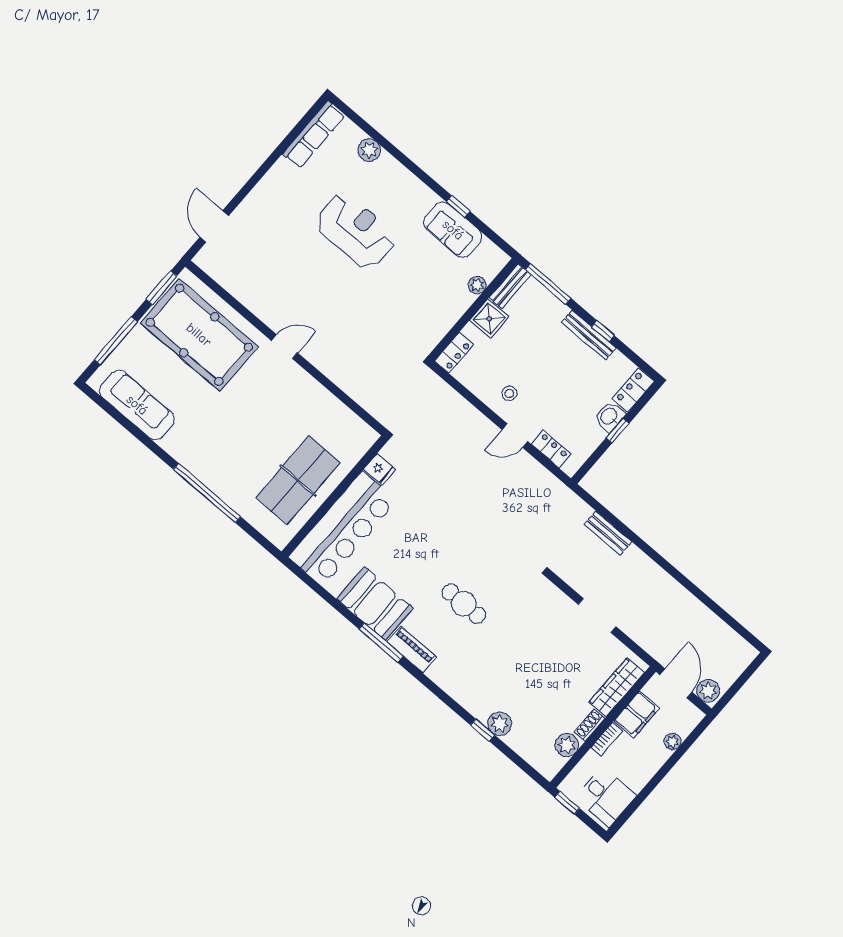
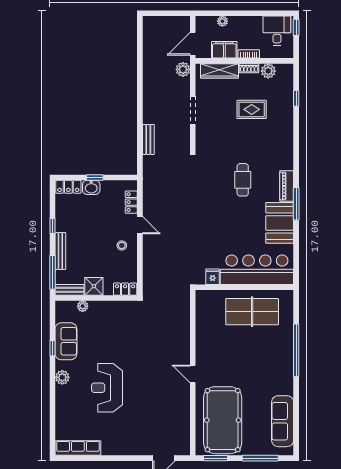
plant: (369, 150) -> (62, 377), moved
bench: (589, 335) -> (60, 251), moved
rug: (538, 686) -> (252, 109), added
plant: (708, 691) -> (183, 69), moved
plant: (500, 724) -> (286, 112), removed
window: (483, 730) -> (296, 98), moved
window: (567, 803) -> (296, 27), moved

